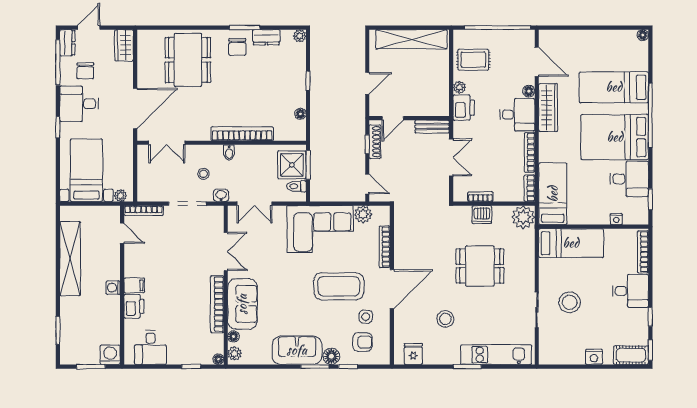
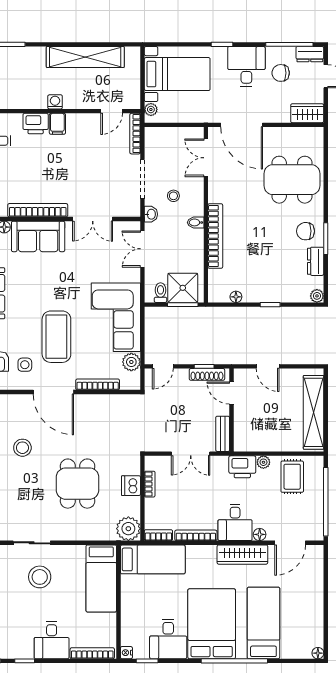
nightstand: (616, 219) -> (126, 653), moved

